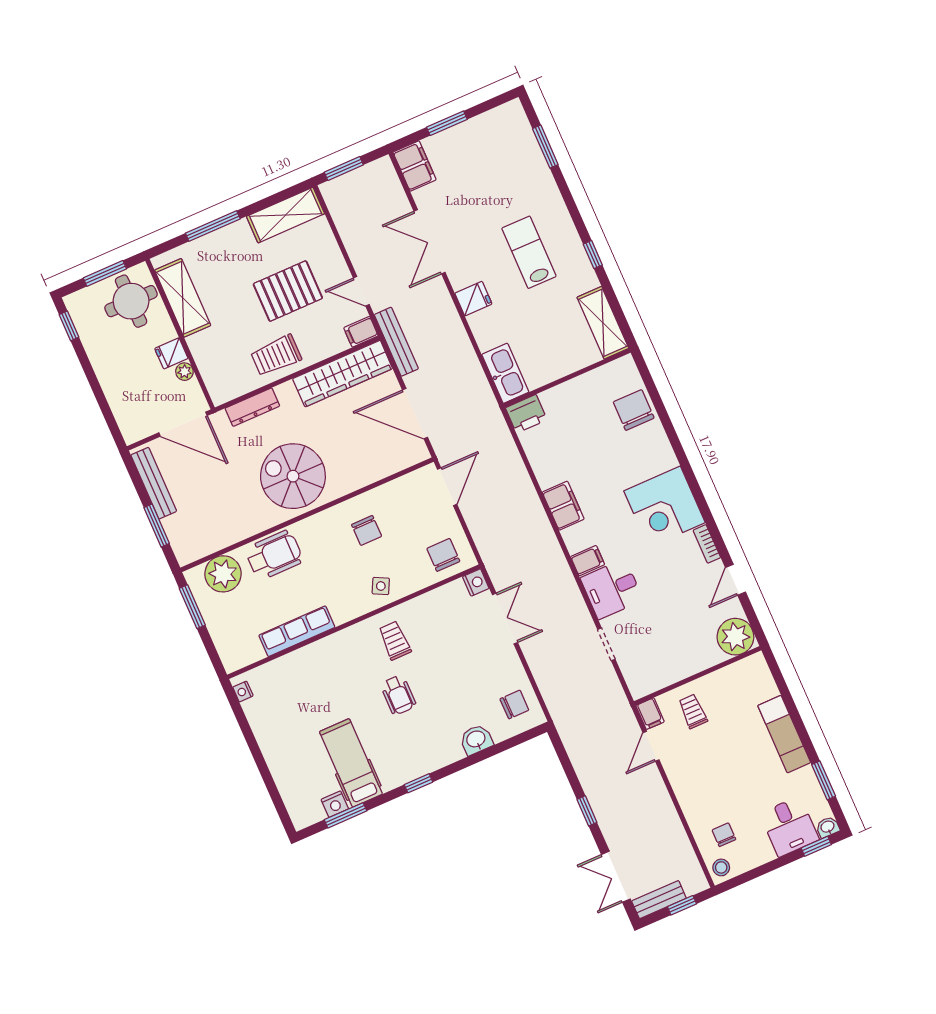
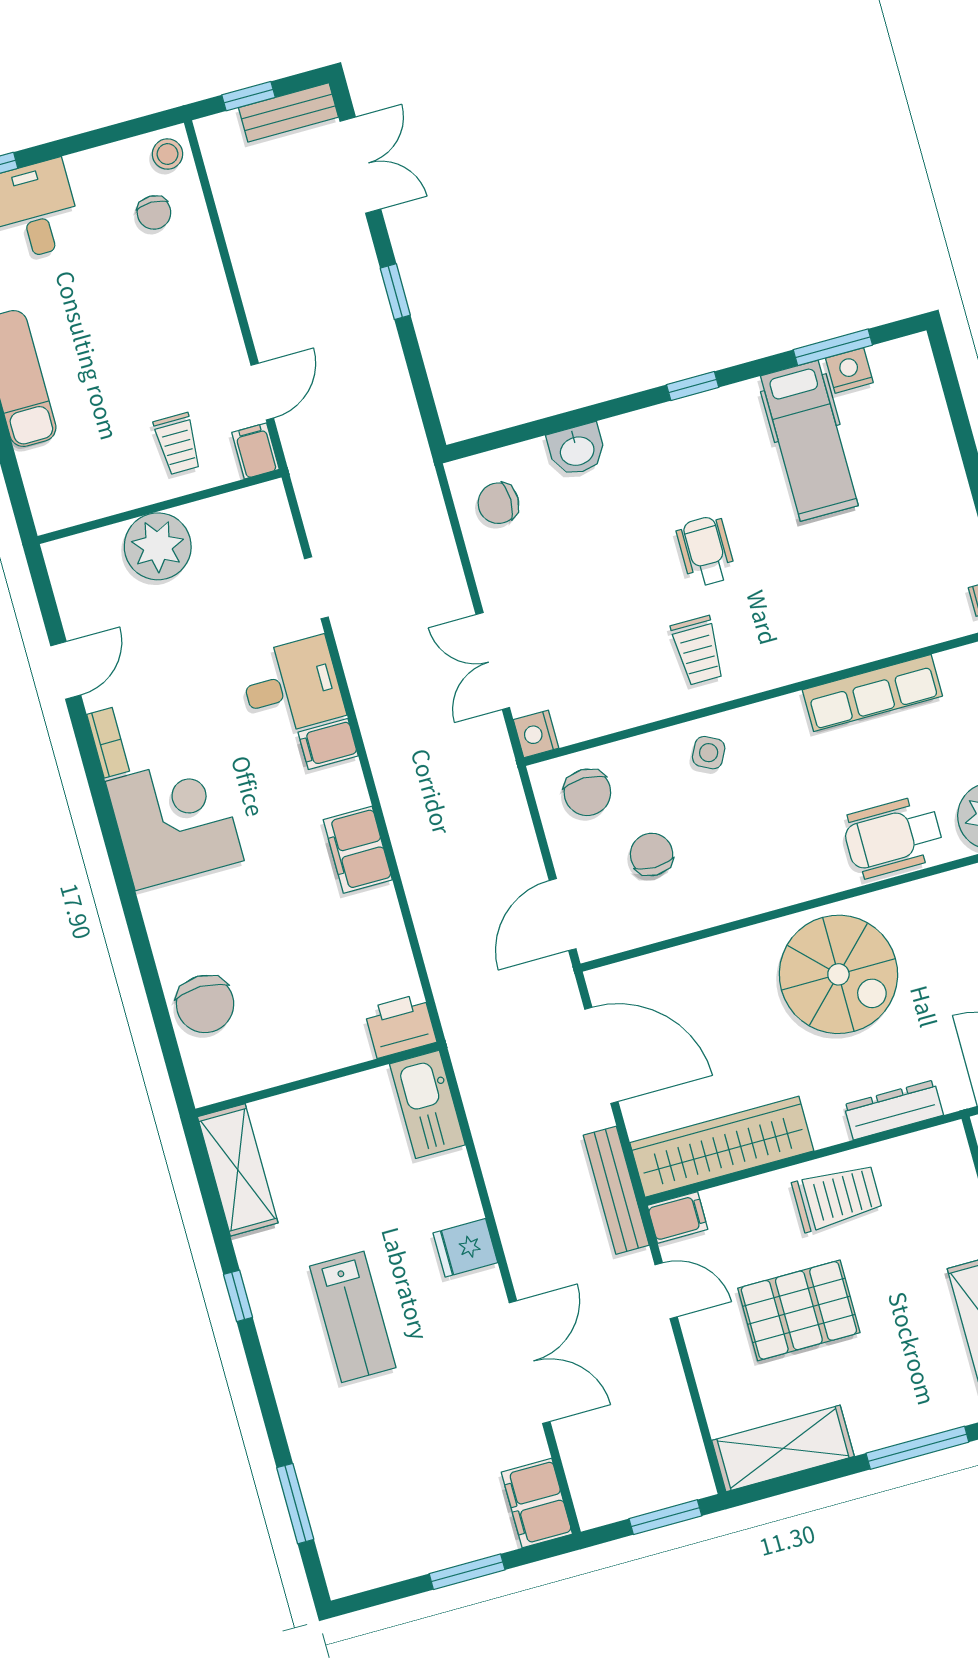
chair: (367, 530) -> (652, 854), moved
plant: (735, 637) -> (158, 546), moved

